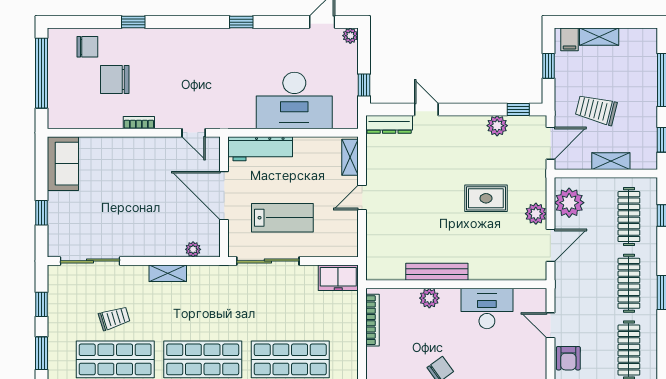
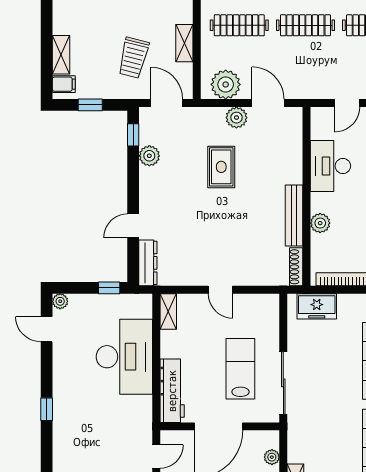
shelving: (350, 157) -> (168, 311), moved, turned 90
shoe rack: (385, 274) -> (296, 267), added
freezer: (338, 278) -> (317, 306), moved, turned 90

